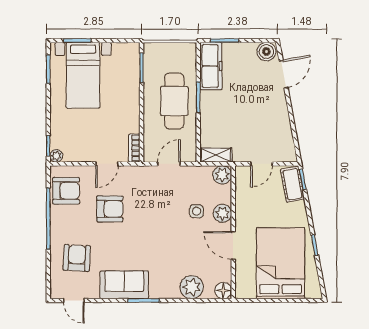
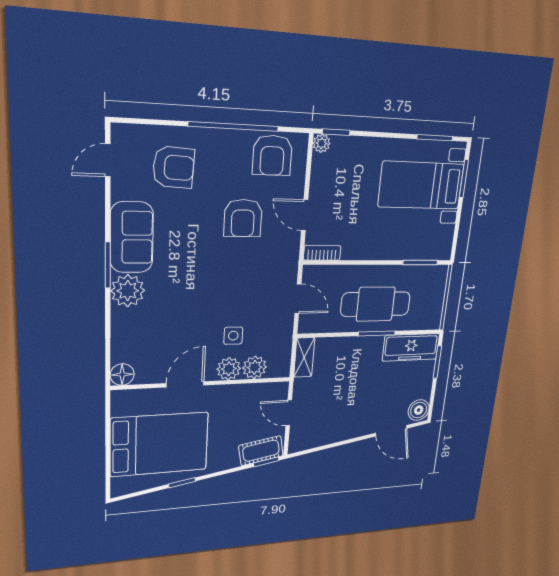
plant: (222, 175) -> (255, 367), moved
plant: (192, 287) -> (128, 291), moved

